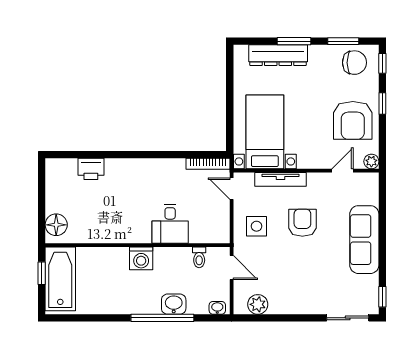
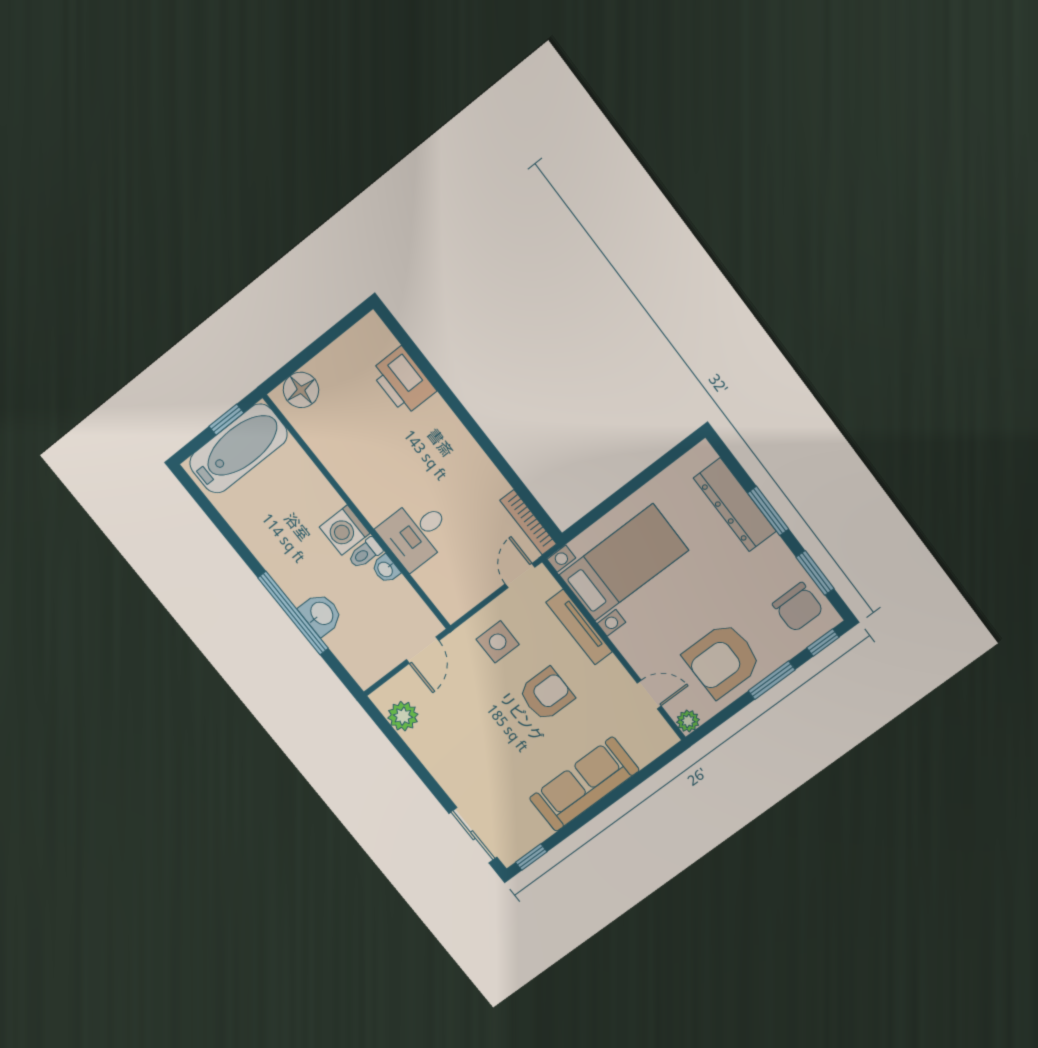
window: (382, 104) -> (772, 680), width x1.50
printer: (91, 169) -> (403, 381), width x1.37, depth x1.19
toilet: (199, 257) -> (365, 553), moved
washbasin: (217, 308) -> (386, 569), moved, turned 180

